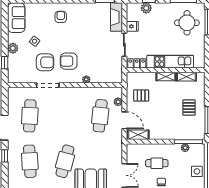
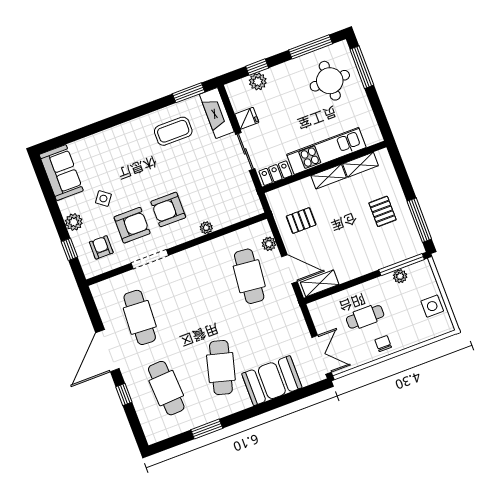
armchair: (61, 17) -> (101, 247), moved
coffee table: (88, 18) -> (173, 131), added

